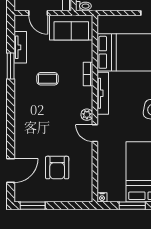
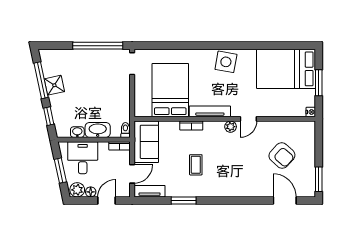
tv unit: (20, 47) -> (150, 191), moved
armchair: (57, 168) -> (282, 155), turned 42

